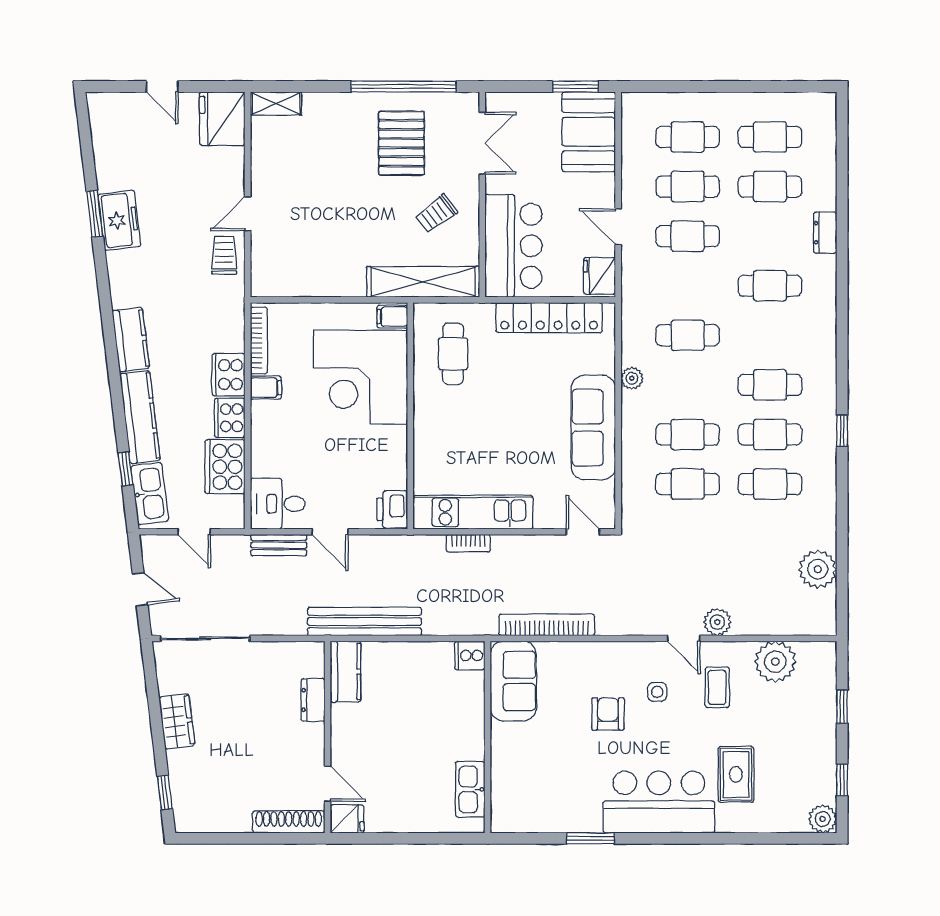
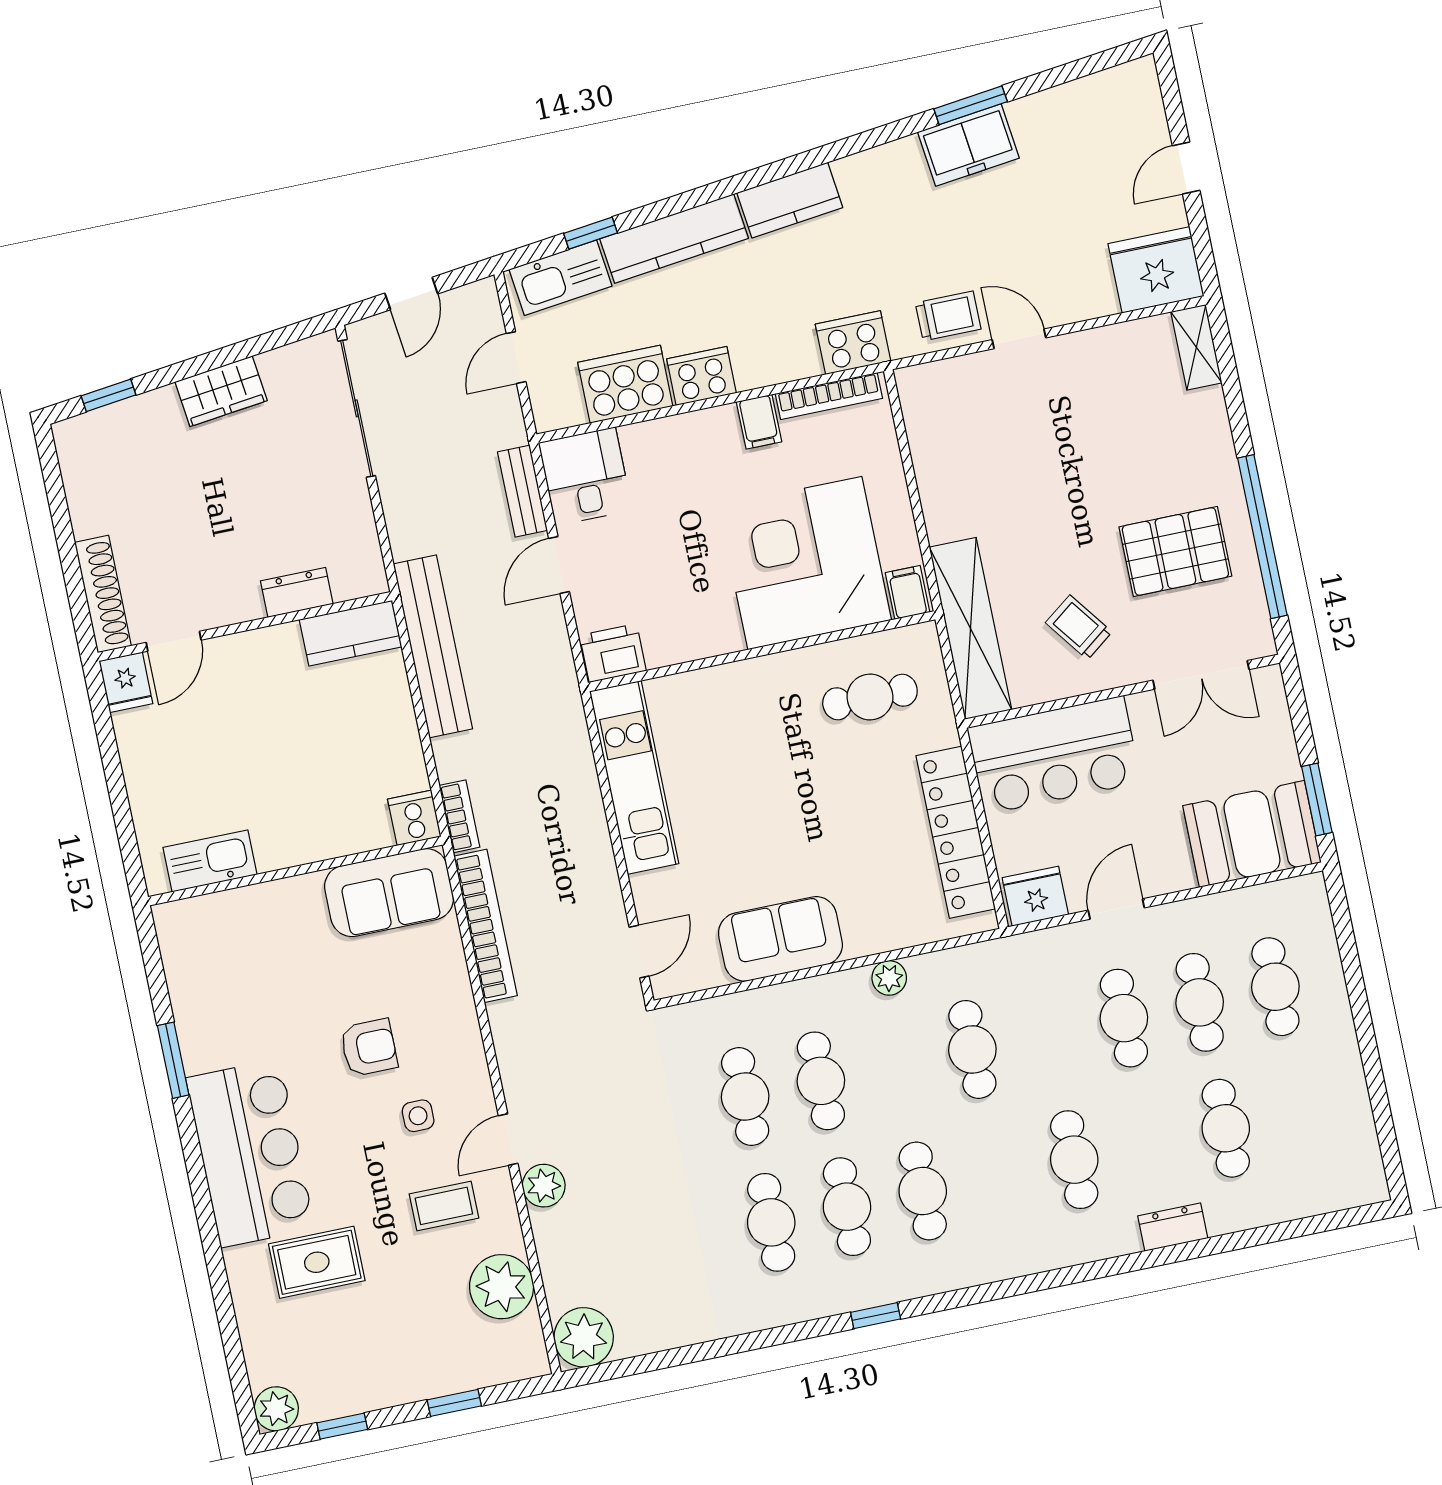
cafe table: (770, 137) -> (1301, 1113), removed
cooker: (228, 375) -> (853, 343), moved
sofa: (593, 428) -> (780, 939), width x0.73
bookcase: (468, 543) -> (459, 816), moved, turned 180
plant: (818, 569) -> (584, 1337), moved

